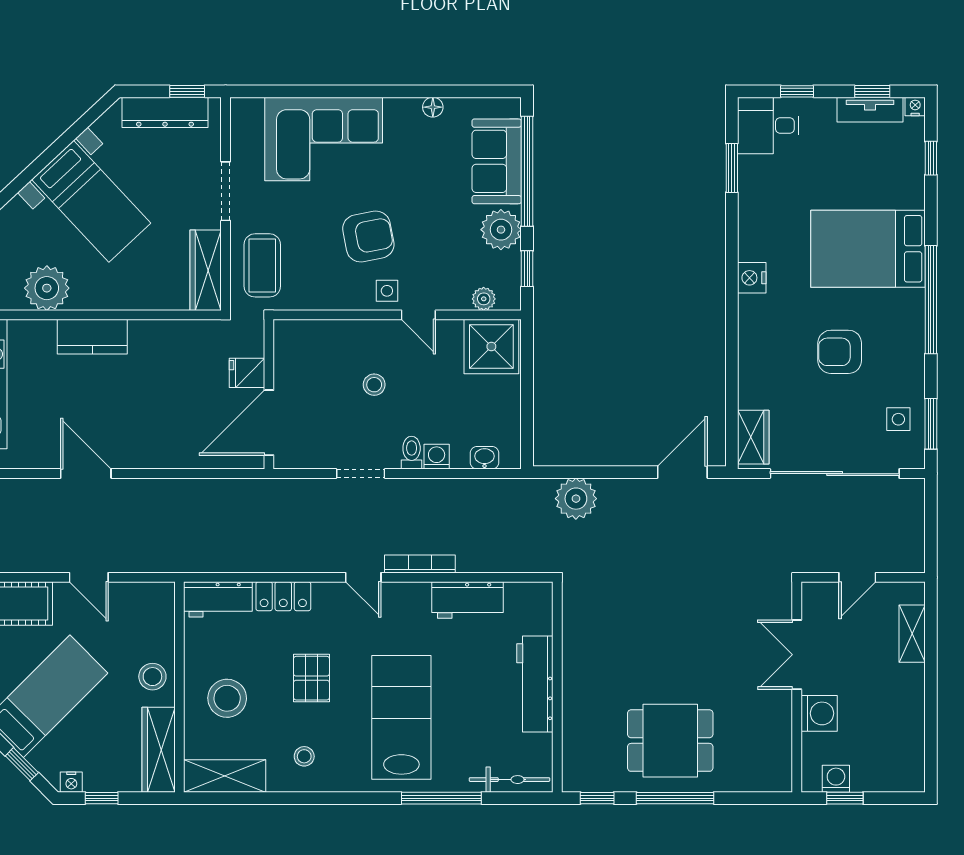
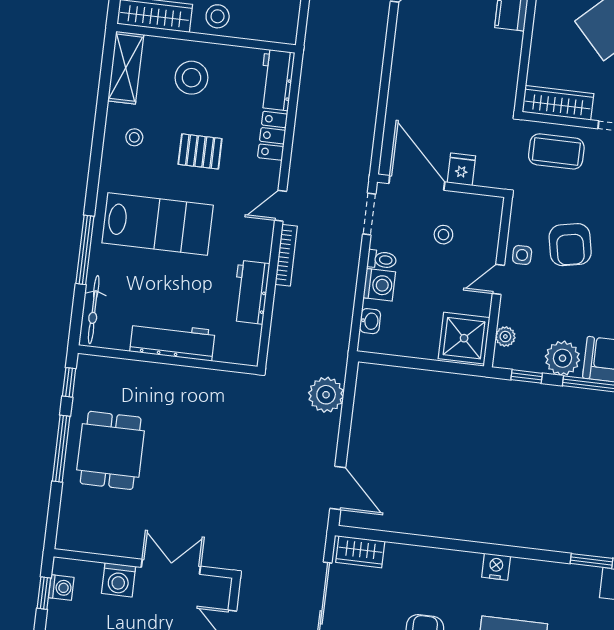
fridge: (247, 373) -> (461, 169), moved
wall: (269, 394) -> (441, 186), moved
door: (269, 423) -> (417, 183), moved
washing machine: (437, 457) -> (379, 285), width x1.38, depth x1.38

